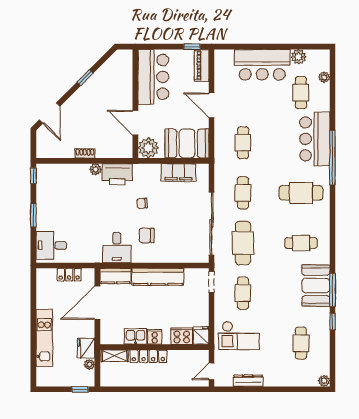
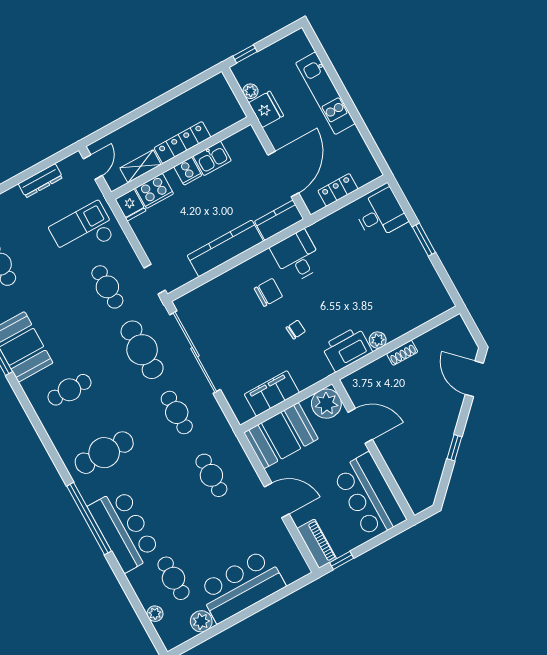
window: (33, 176) -> (451, 289), removed
shelving: (115, 356) -> (140, 166), moved

